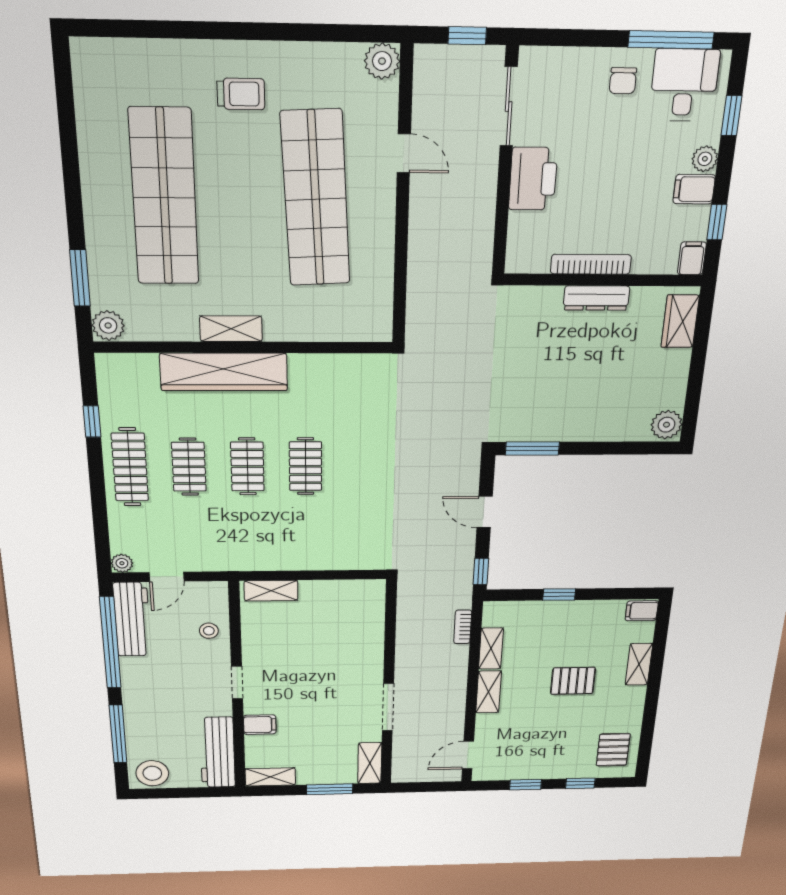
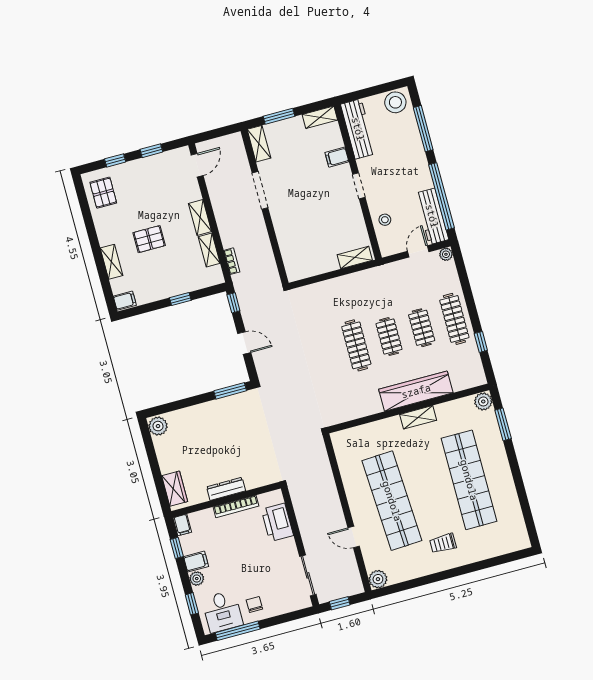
printer: (533, 179) -> (277, 522), moved
clothes rail: (306, 466) -> (356, 345), width x1.36

